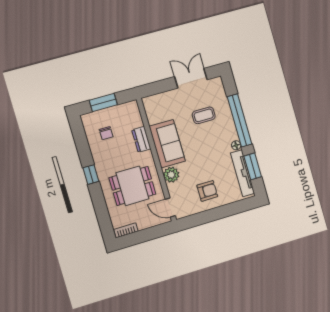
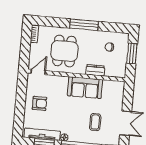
window: (91, 175) -> (84, 25), width x2.17
plant: (171, 175) -> (62, 82), removed
armchair: (207, 191) -> (39, 103), turned -90

